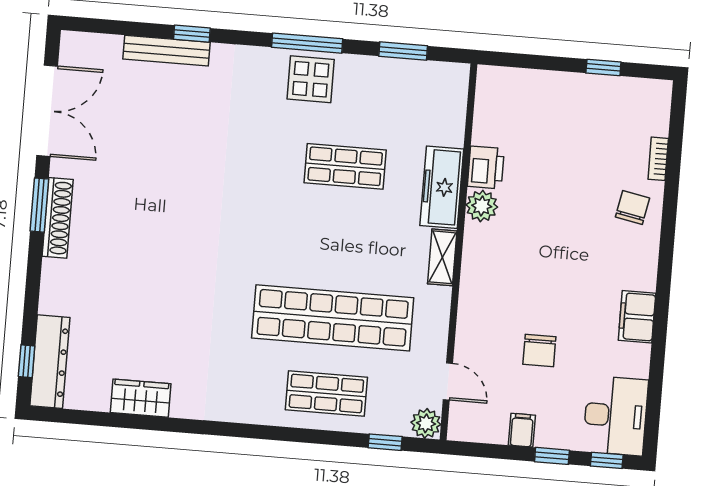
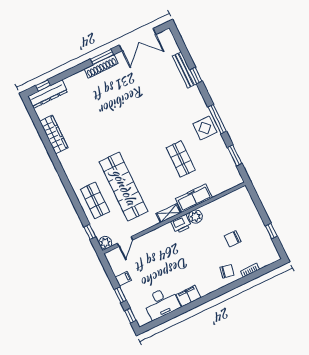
printer: (486, 168) -> (181, 224), moved
chair: (539, 351) -> (233, 239), moved
wardrobe: (141, 398) -> (54, 134), width x1.50
desk: (615, 416) -> (161, 303), moved

